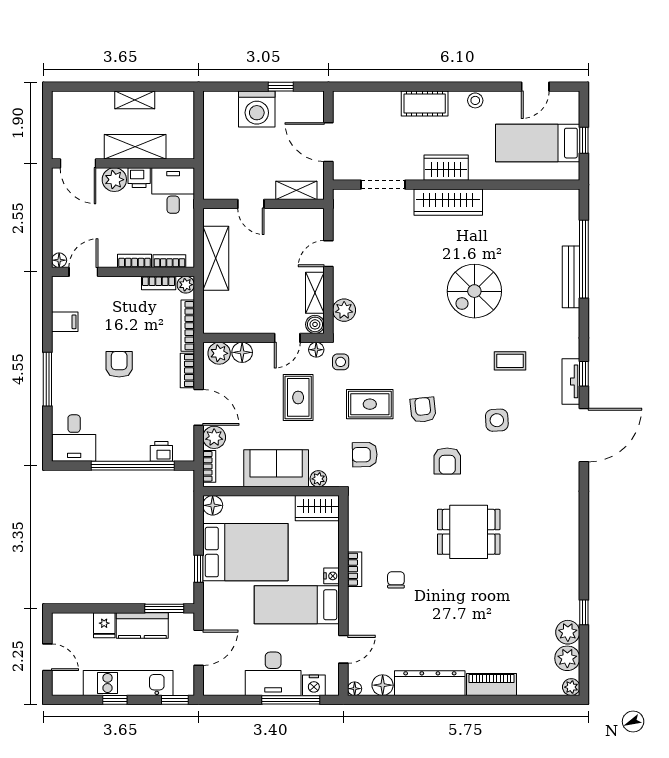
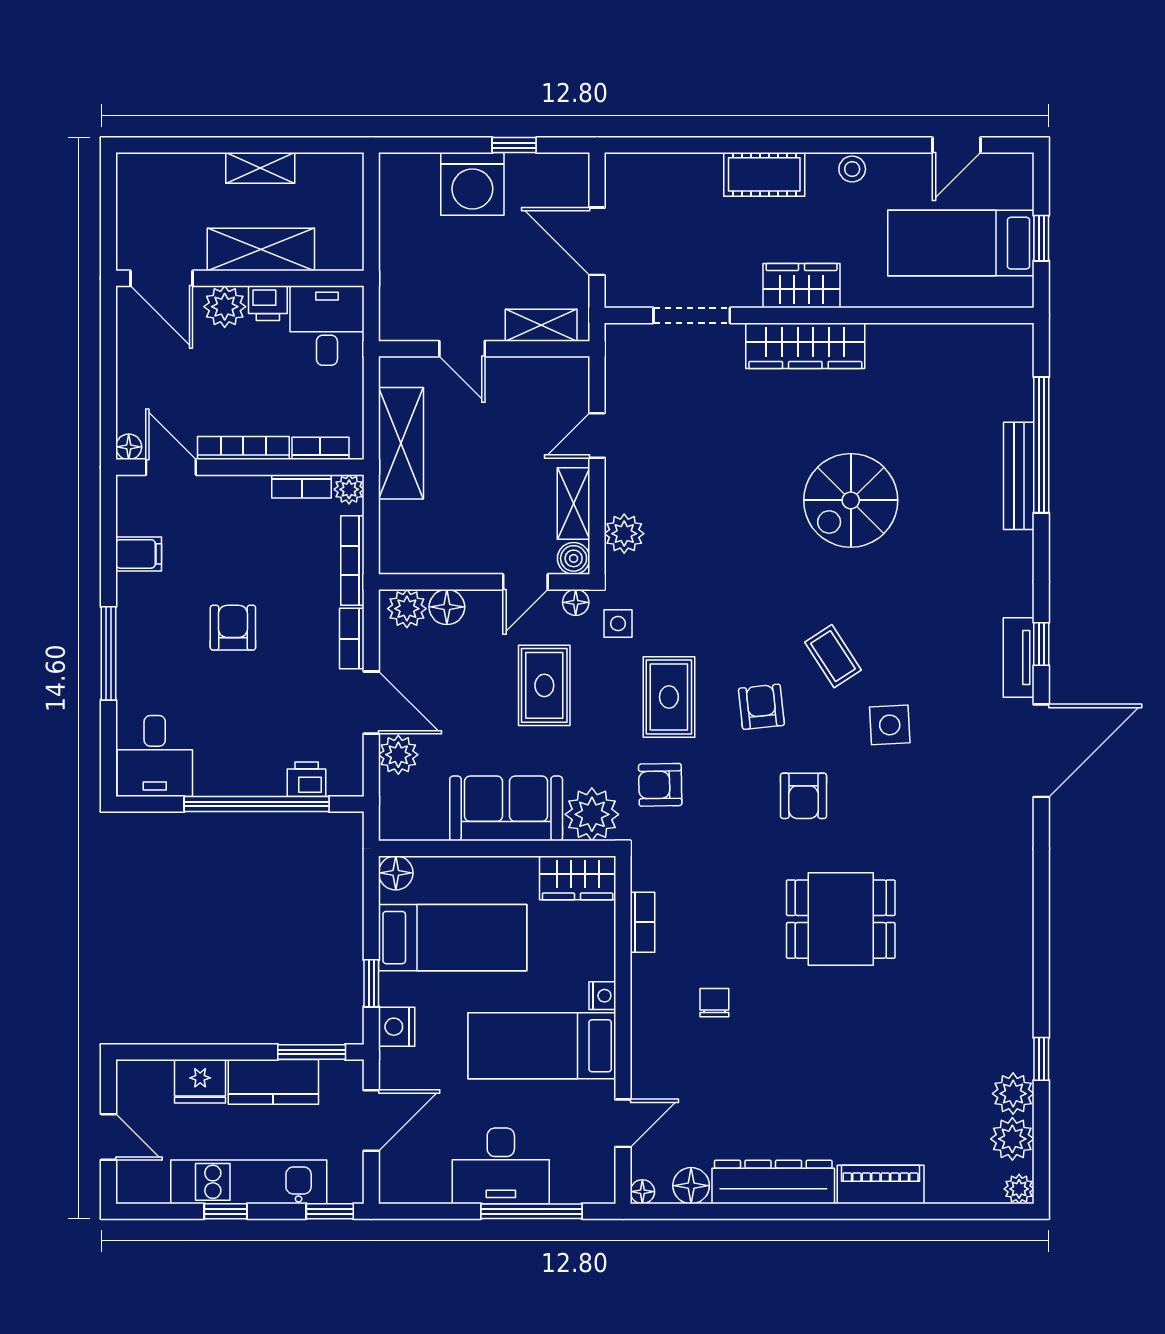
bookcase: (135, 261) -> (243, 448), width x1.56
door: (83, 272) -> (171, 467), hinge flipped
coffee table: (510, 361) -> (833, 656), moved, turned 57
rug: (370, 404) -> (669, 697), turned 90
bookcase: (209, 466) -> (390, 805), removed
plant: (318, 479) -> (592, 814), width x1.88, depth x1.88
bed: (245, 552) -> (453, 938), width x0.67
bookcase: (355, 569) -> (642, 922), moved
fridge: (104, 625) -> (200, 1081), width x1.38
nightstand: (314, 685) -> (397, 1027), moved, turned 90

